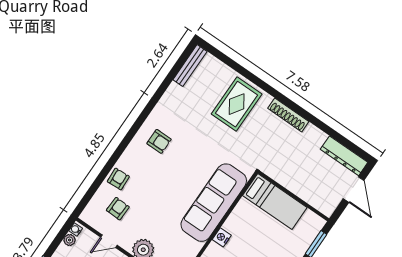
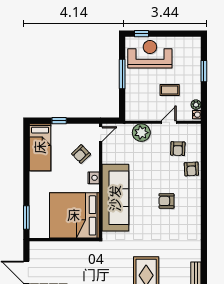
armchair: (159, 141) -> (166, 201), moved
bed: (275, 201) -> (74, 215), width x2.04

